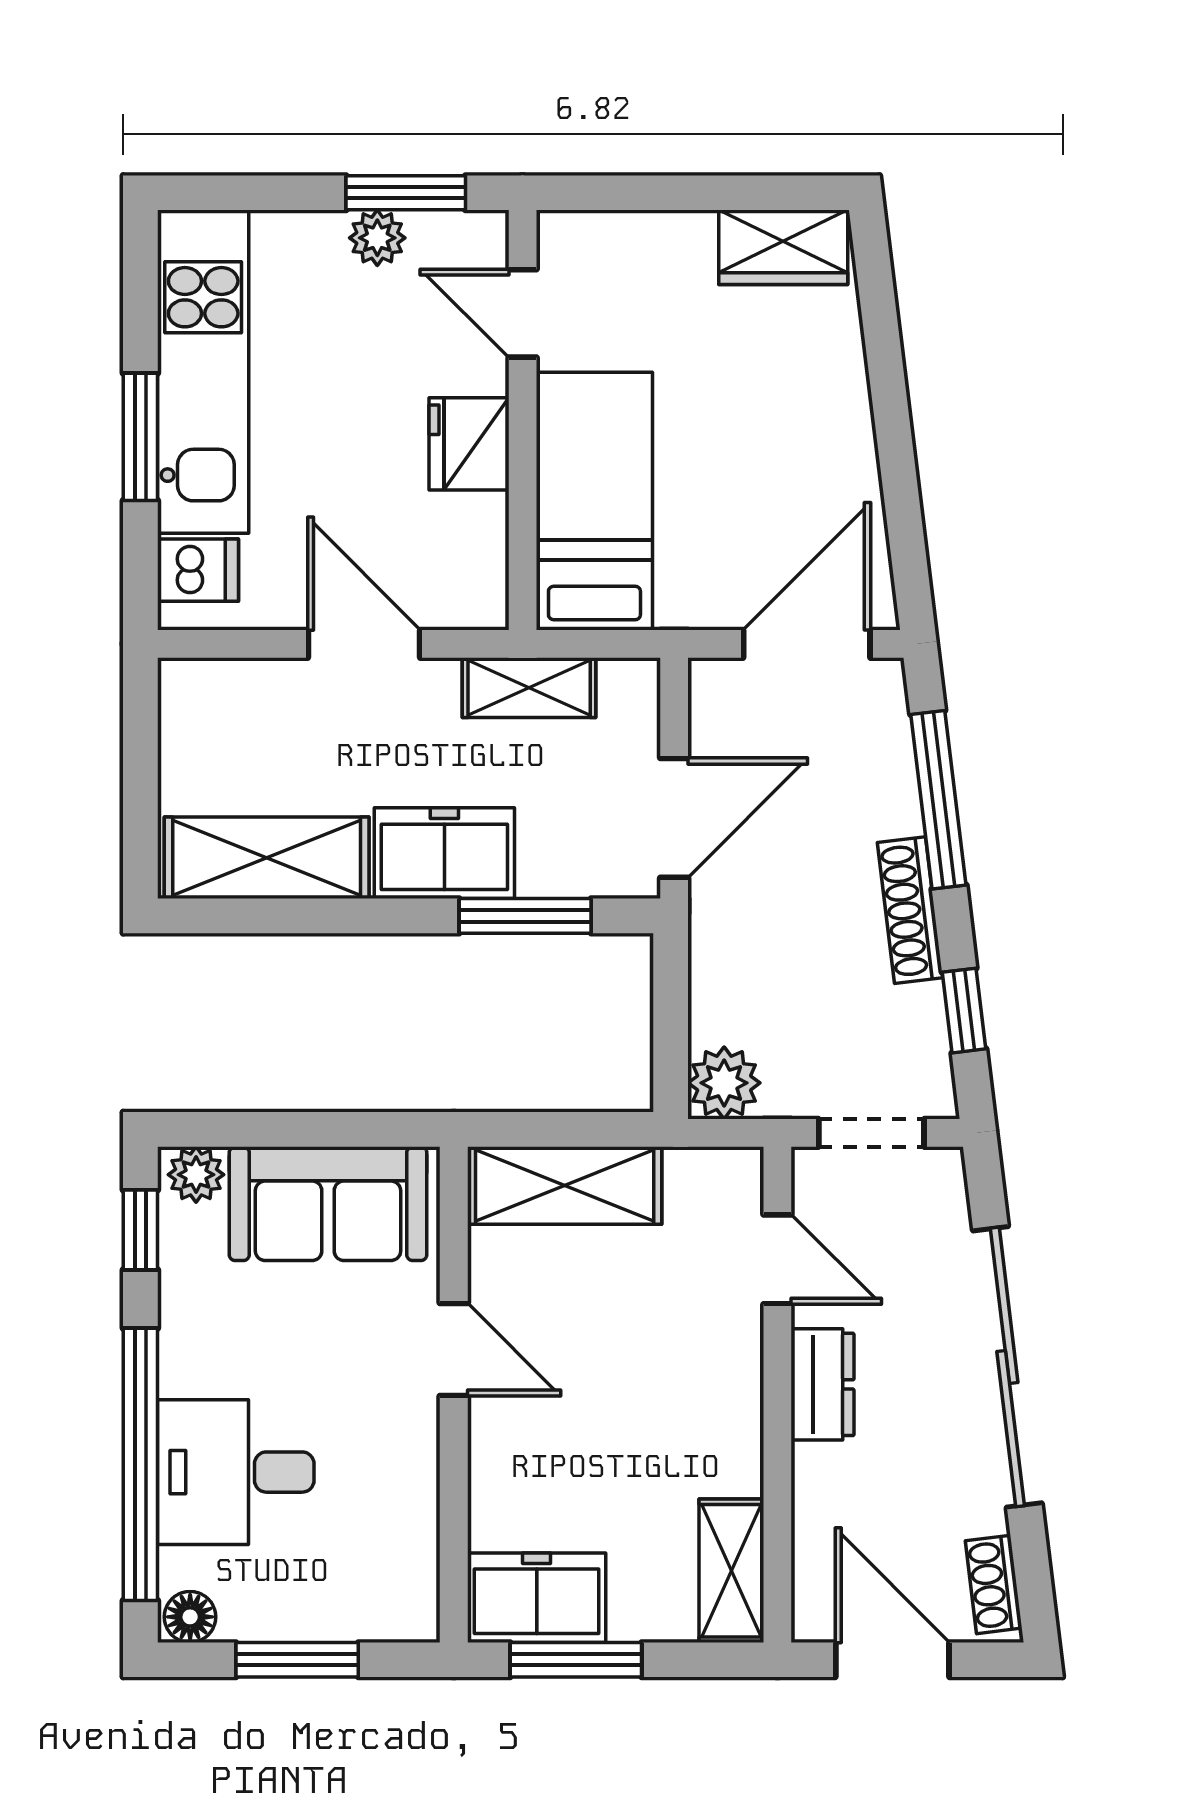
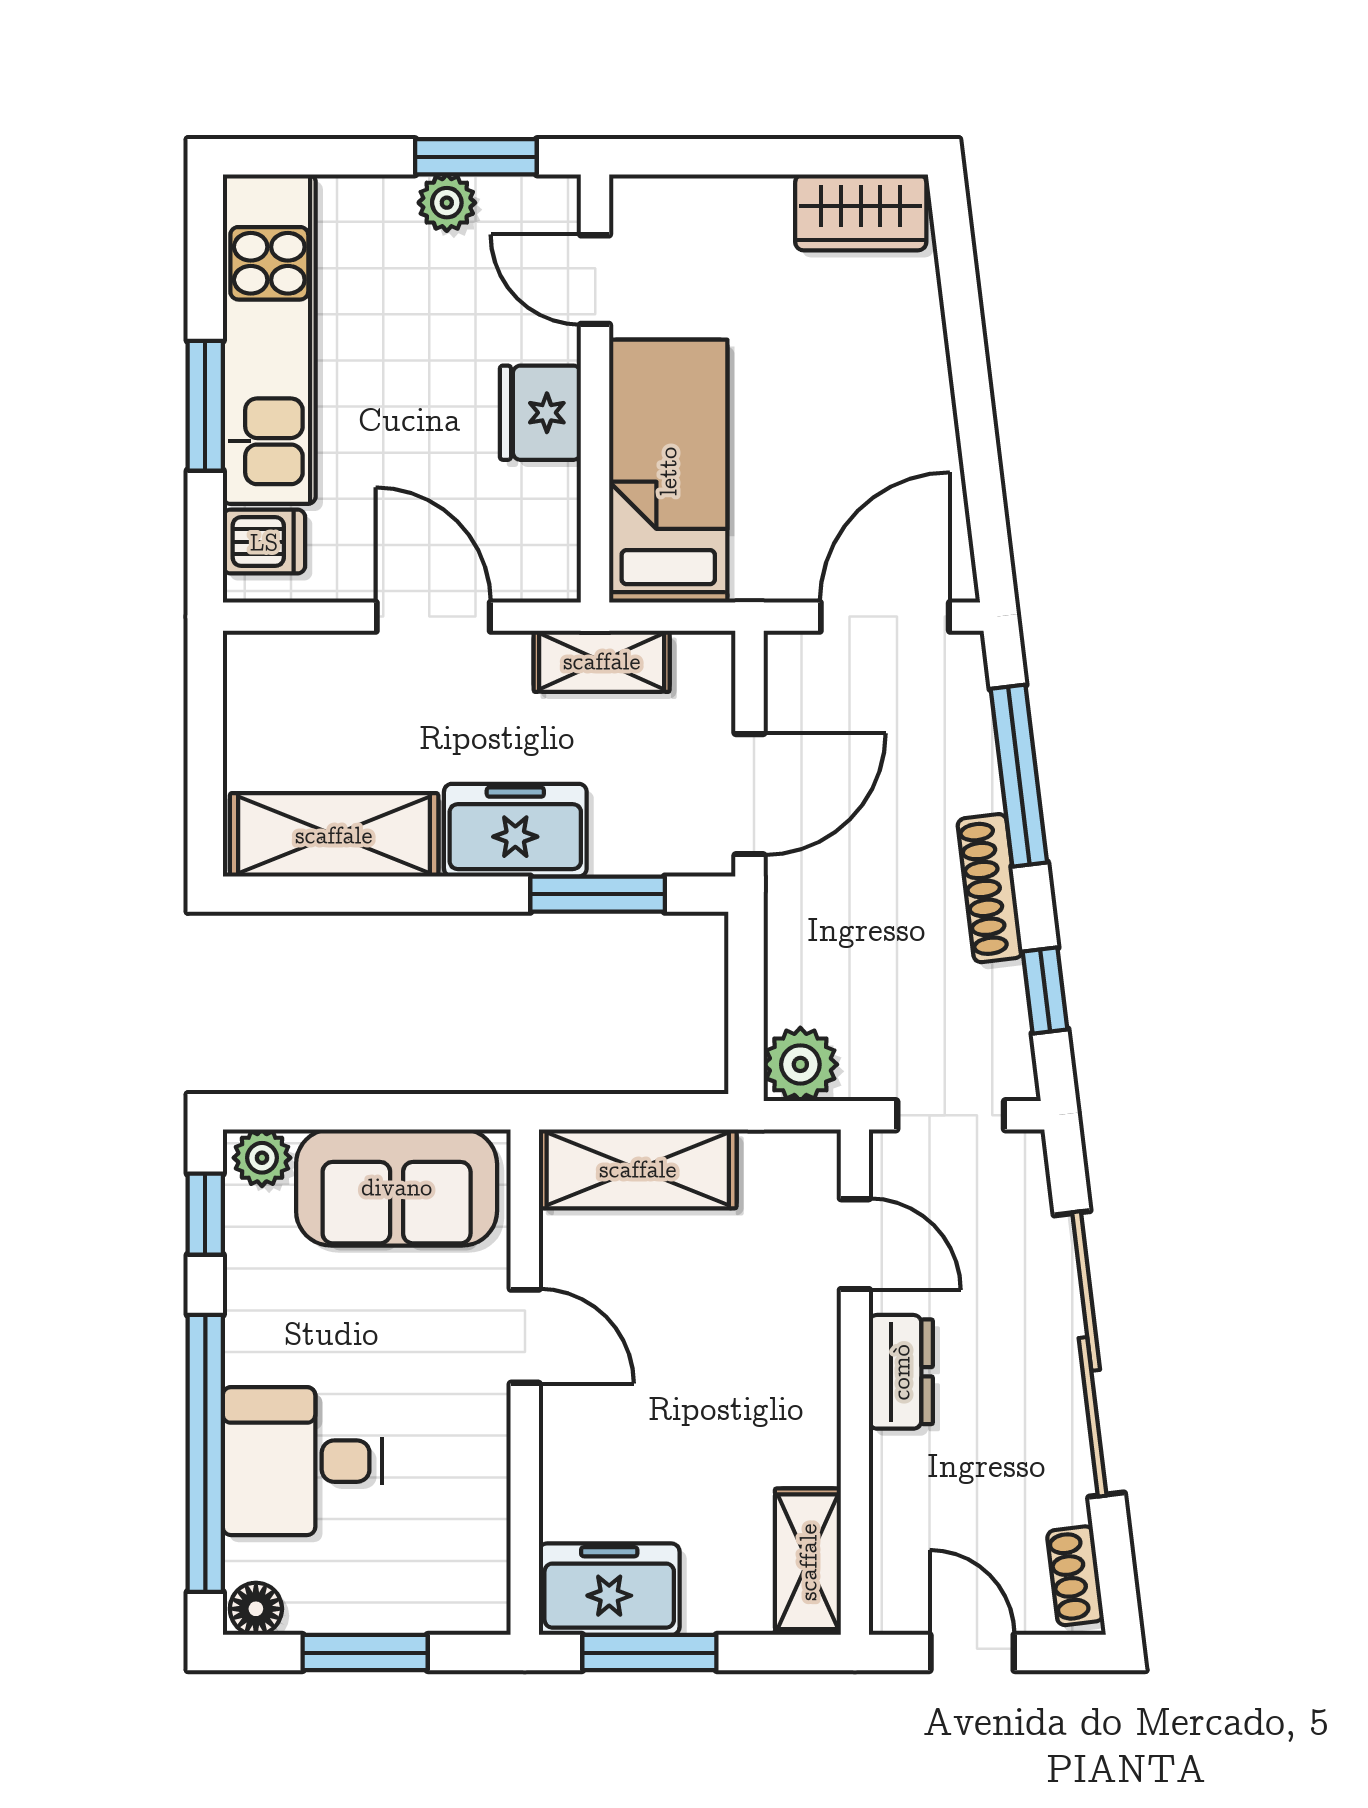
door: (892, 1660) -> (972, 1653), width x0.73

